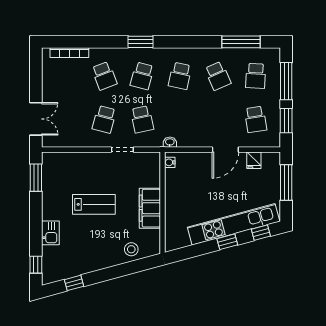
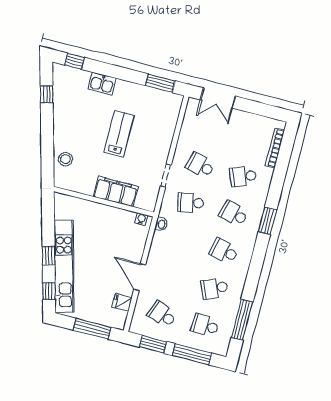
school desk: (256, 119) -> (162, 315), turned 30
lab bench: (94, 204) -> (119, 134), turned 180
filing cabinet: (150, 208) -> (116, 192), moved

